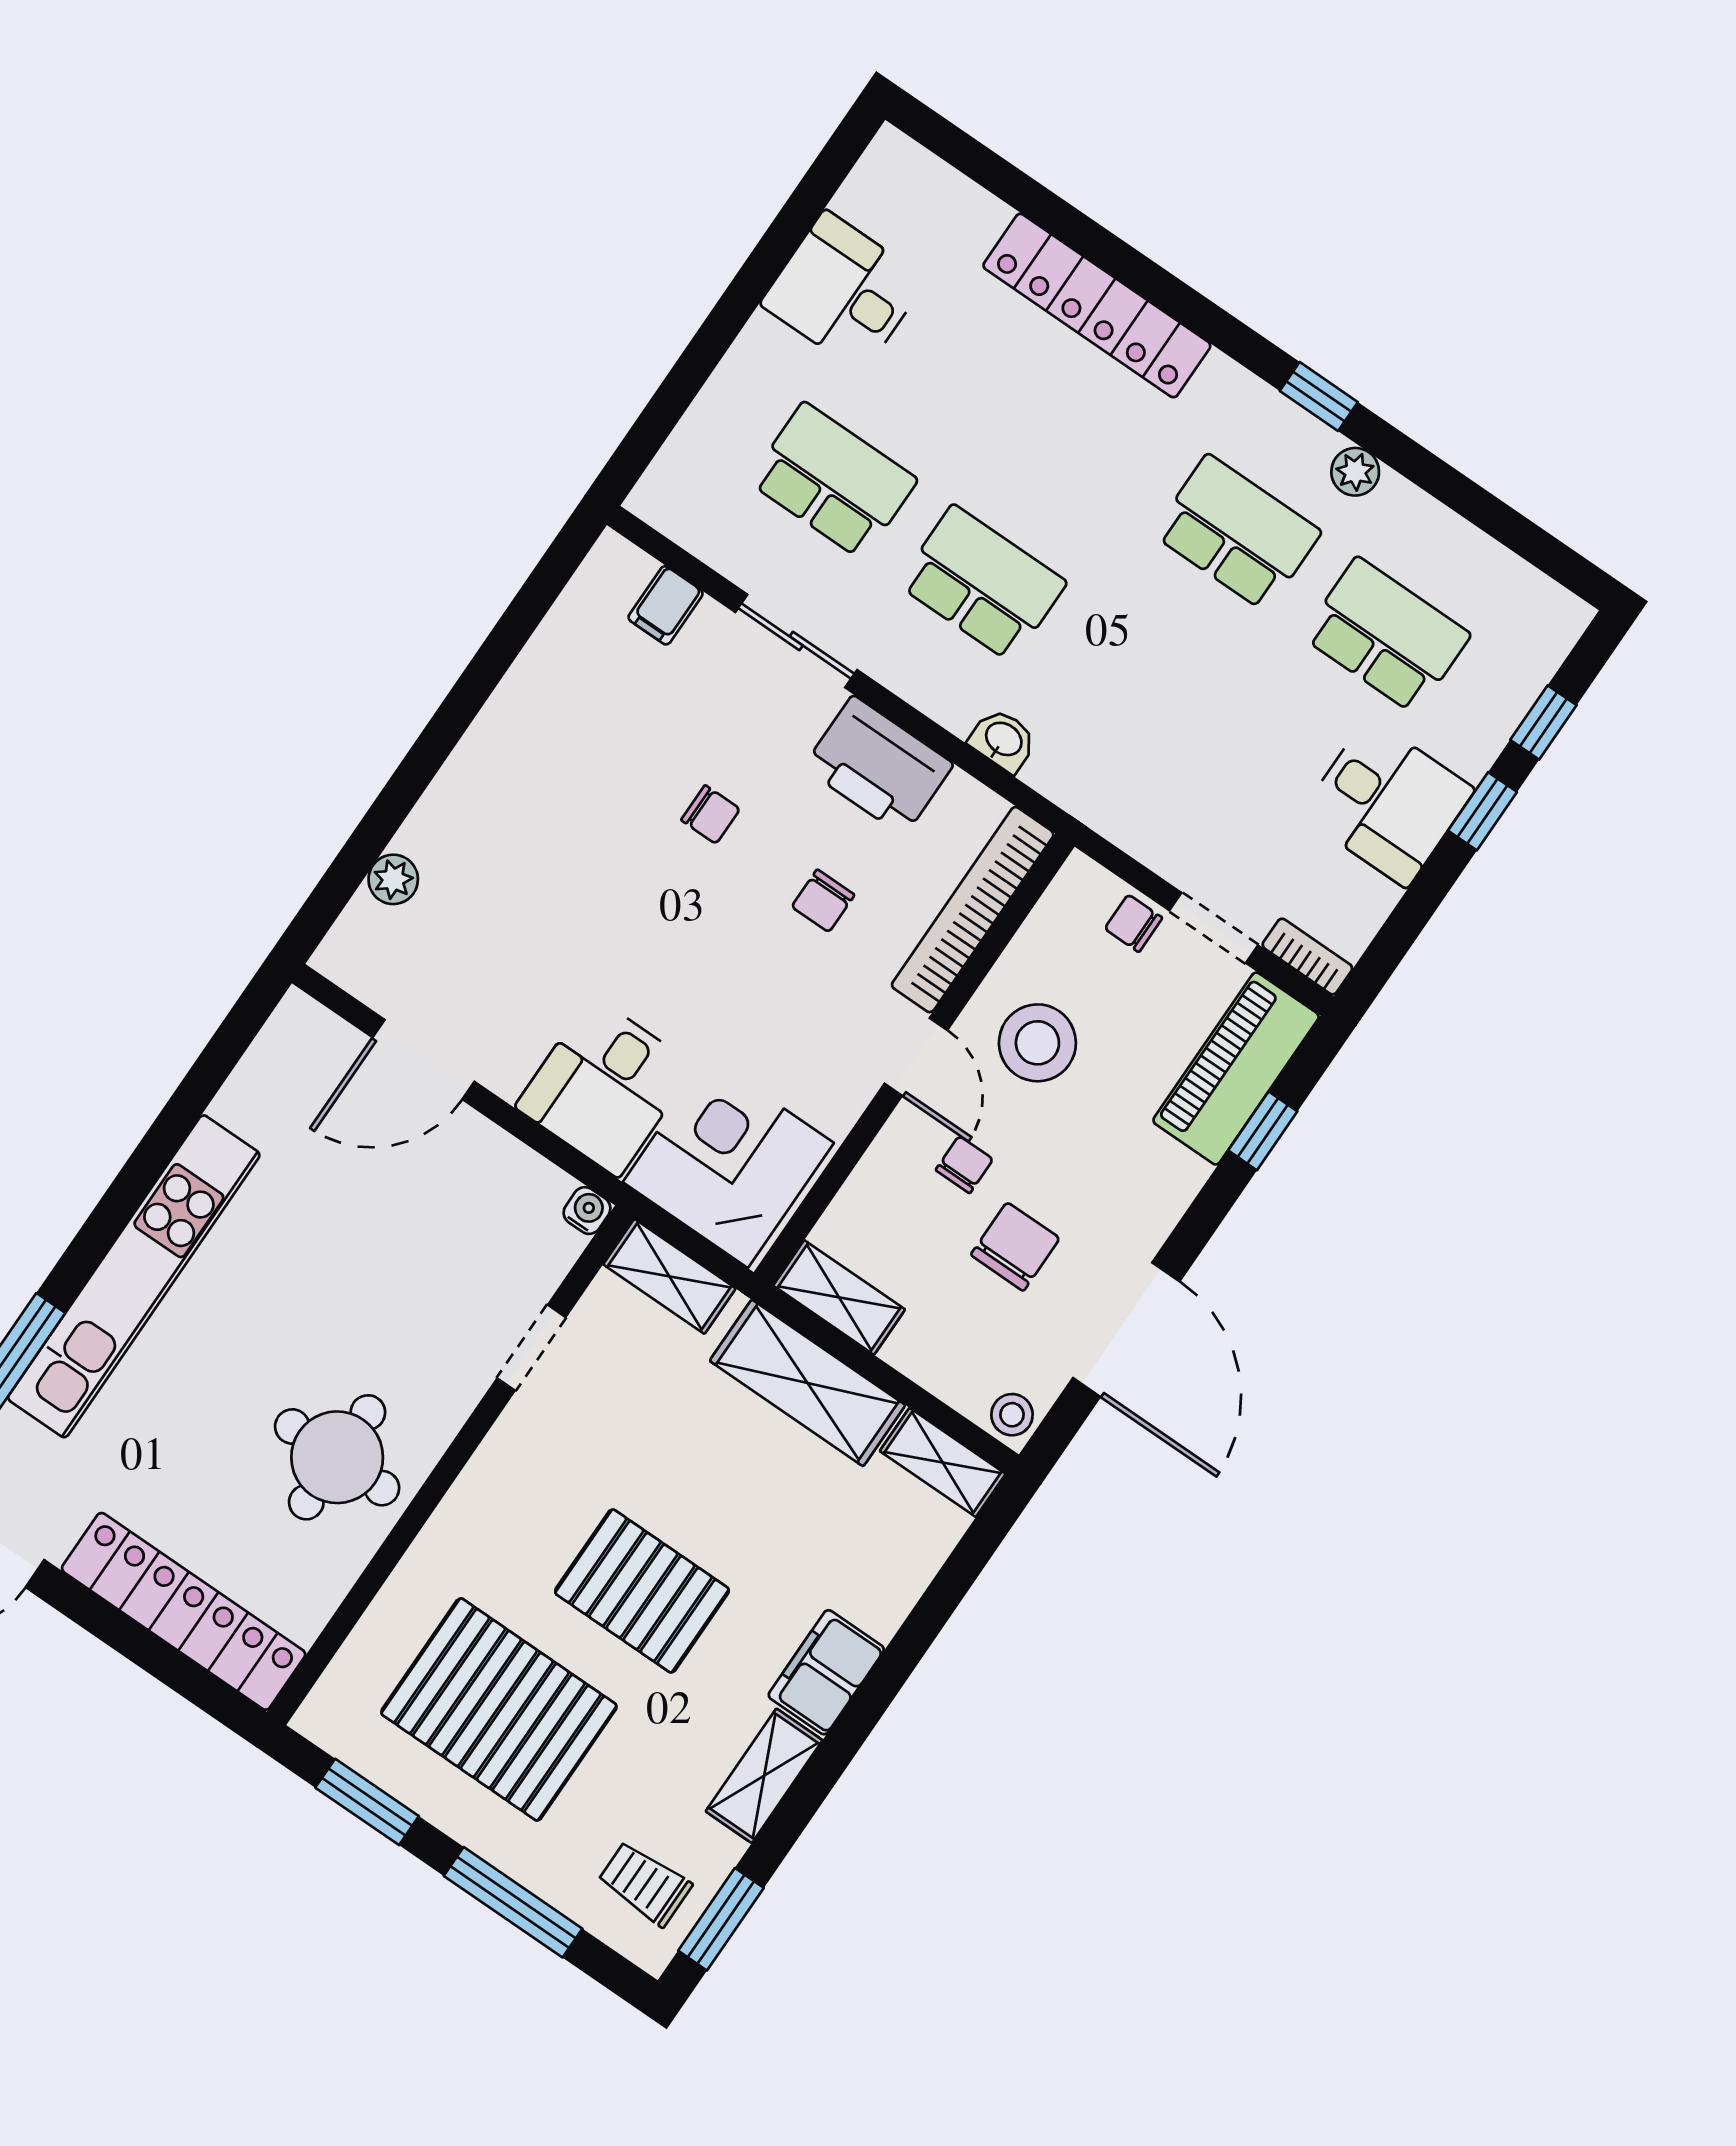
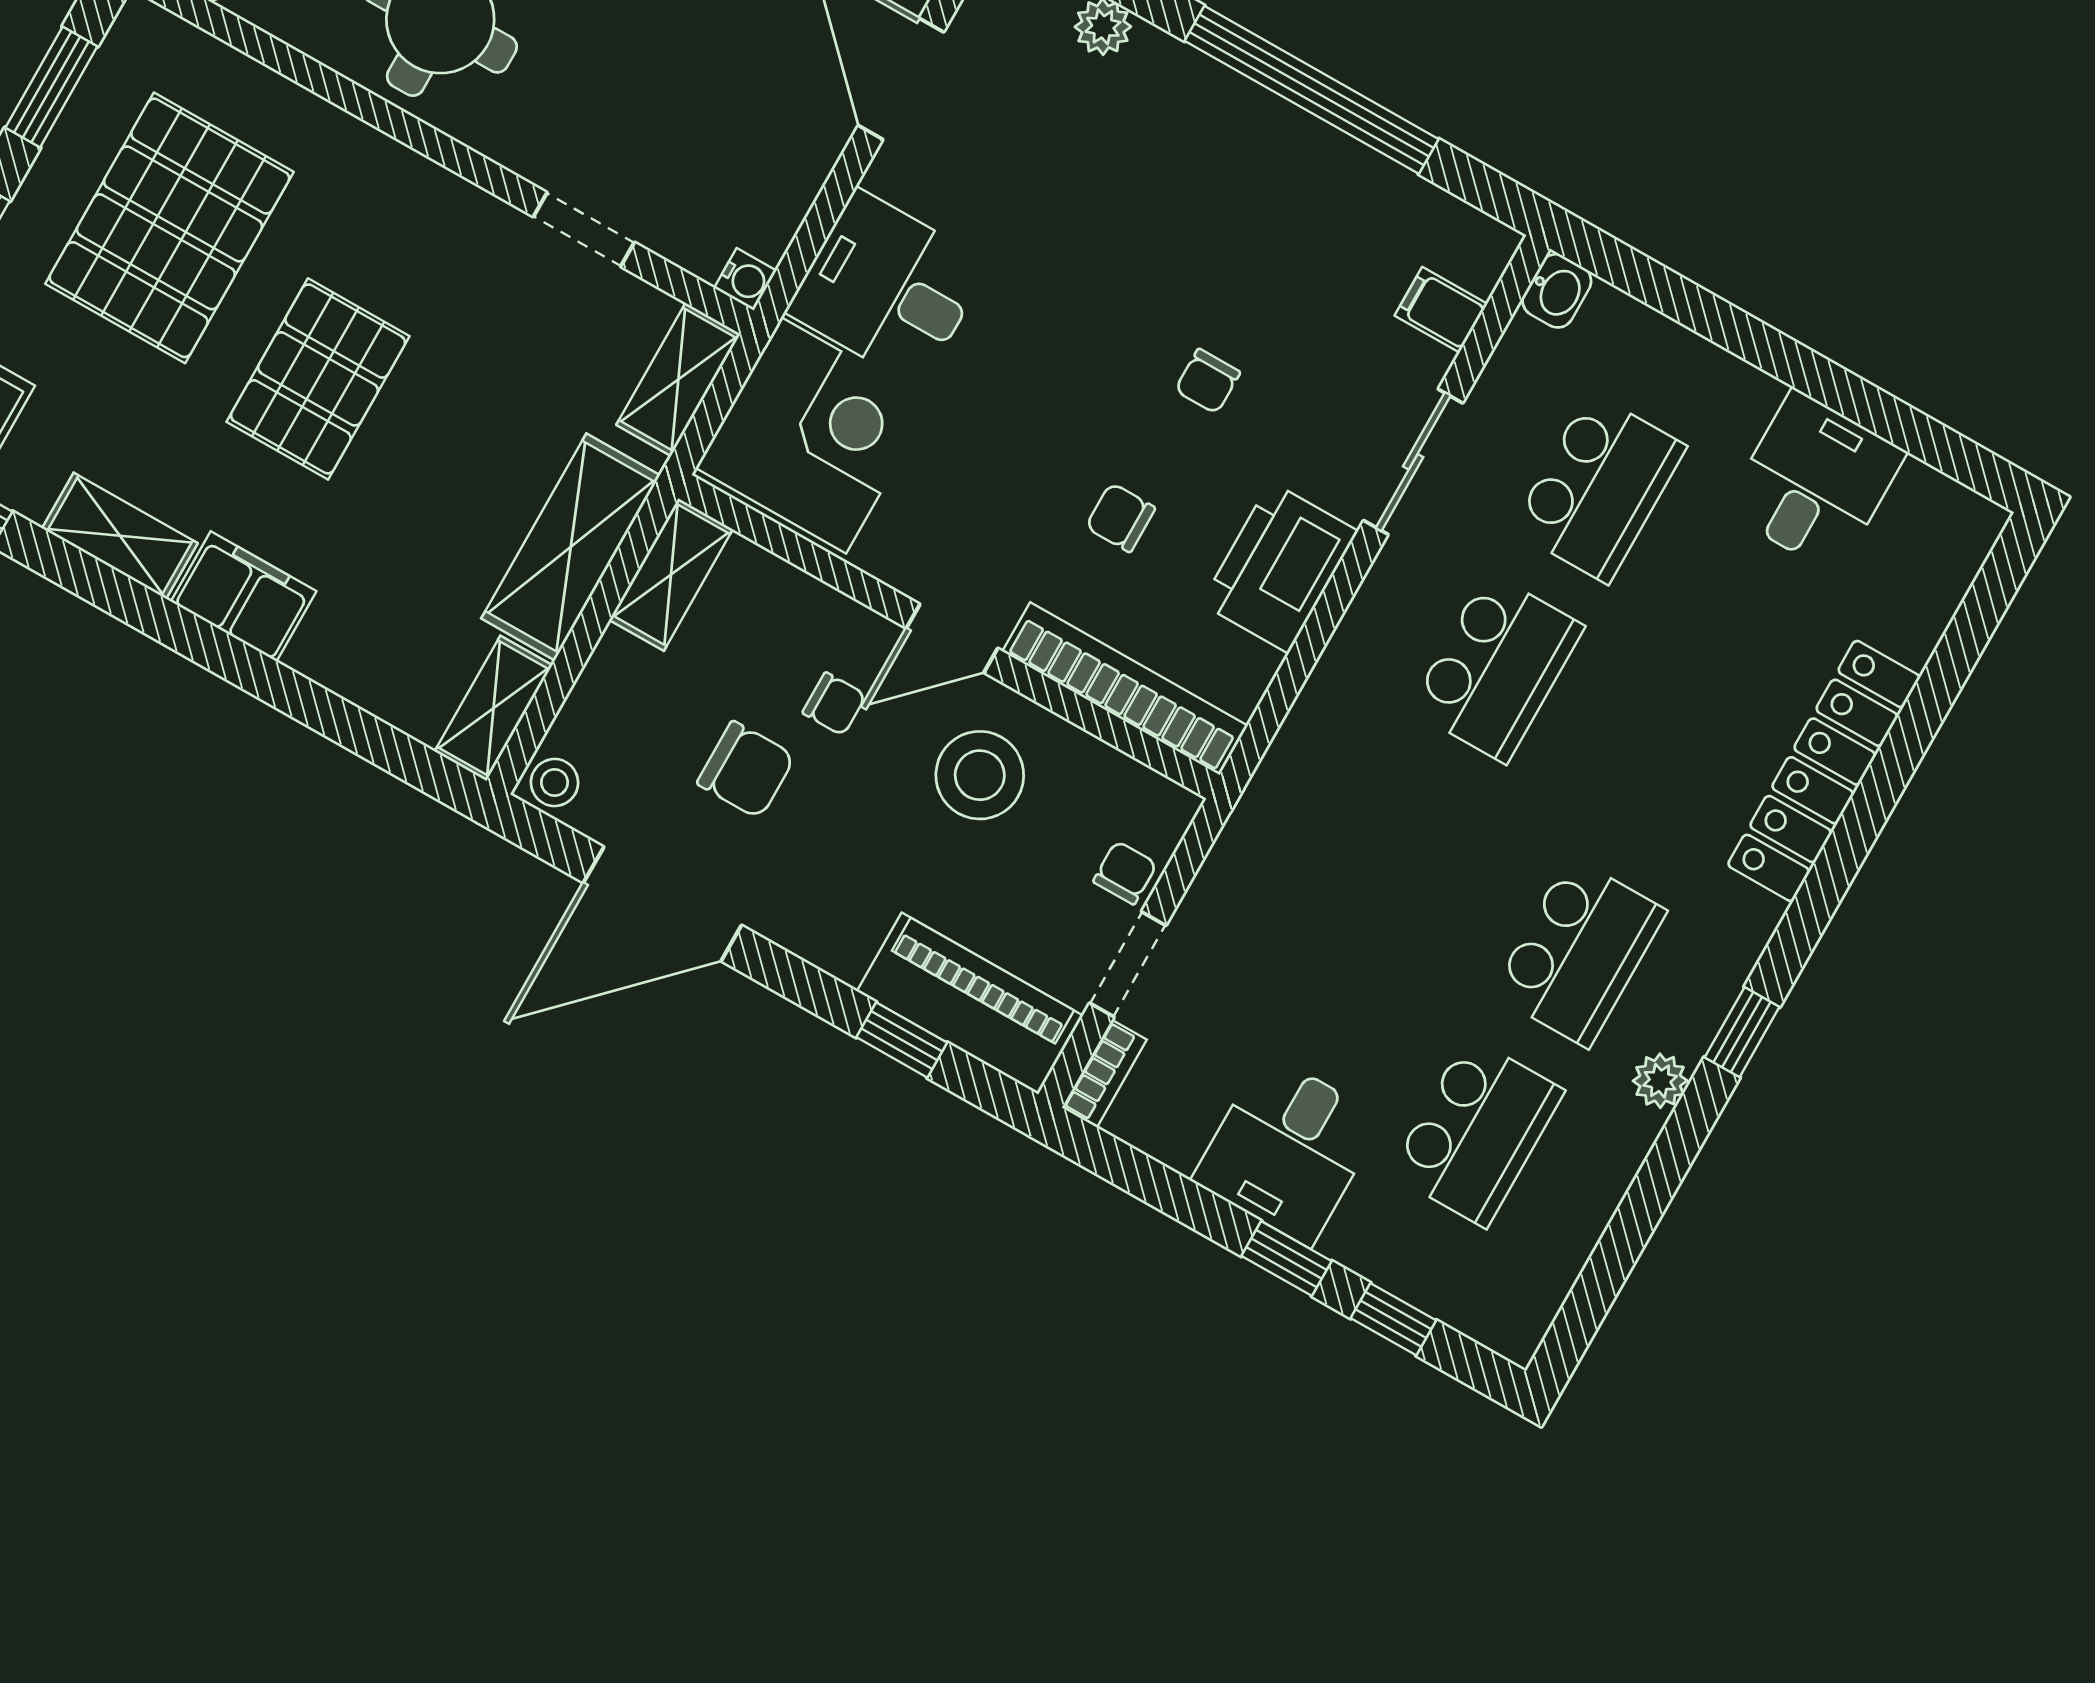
window: (464, 702) -> (1312, 90), added
washbasin: (1003, 740) -> (1557, 291), moved

